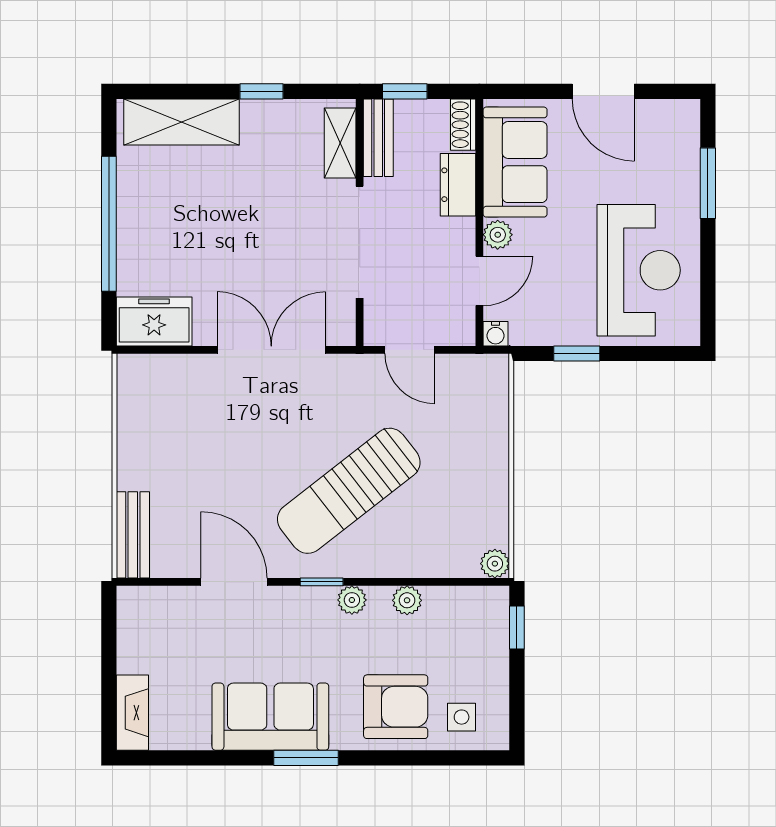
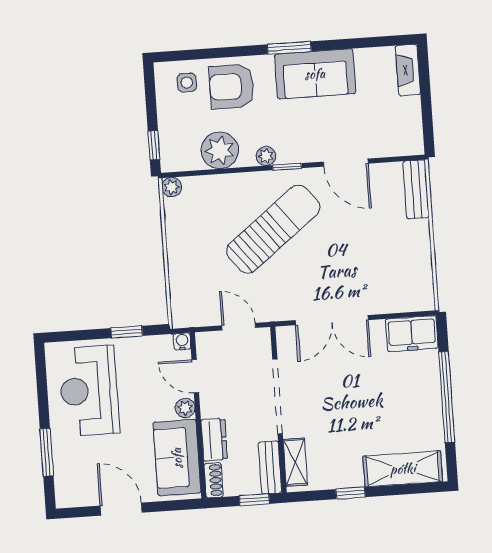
door: (479, 281) -> (195, 376), hinge flipped
plant: (407, 600) -> (220, 150), width x1.88, depth x1.88

